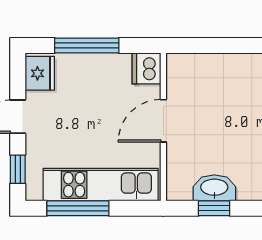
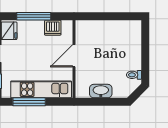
dishwasher: (146, 68) -> (53, 28), moved, turned -90
window: (214, 208) -> (101, 102), removed

